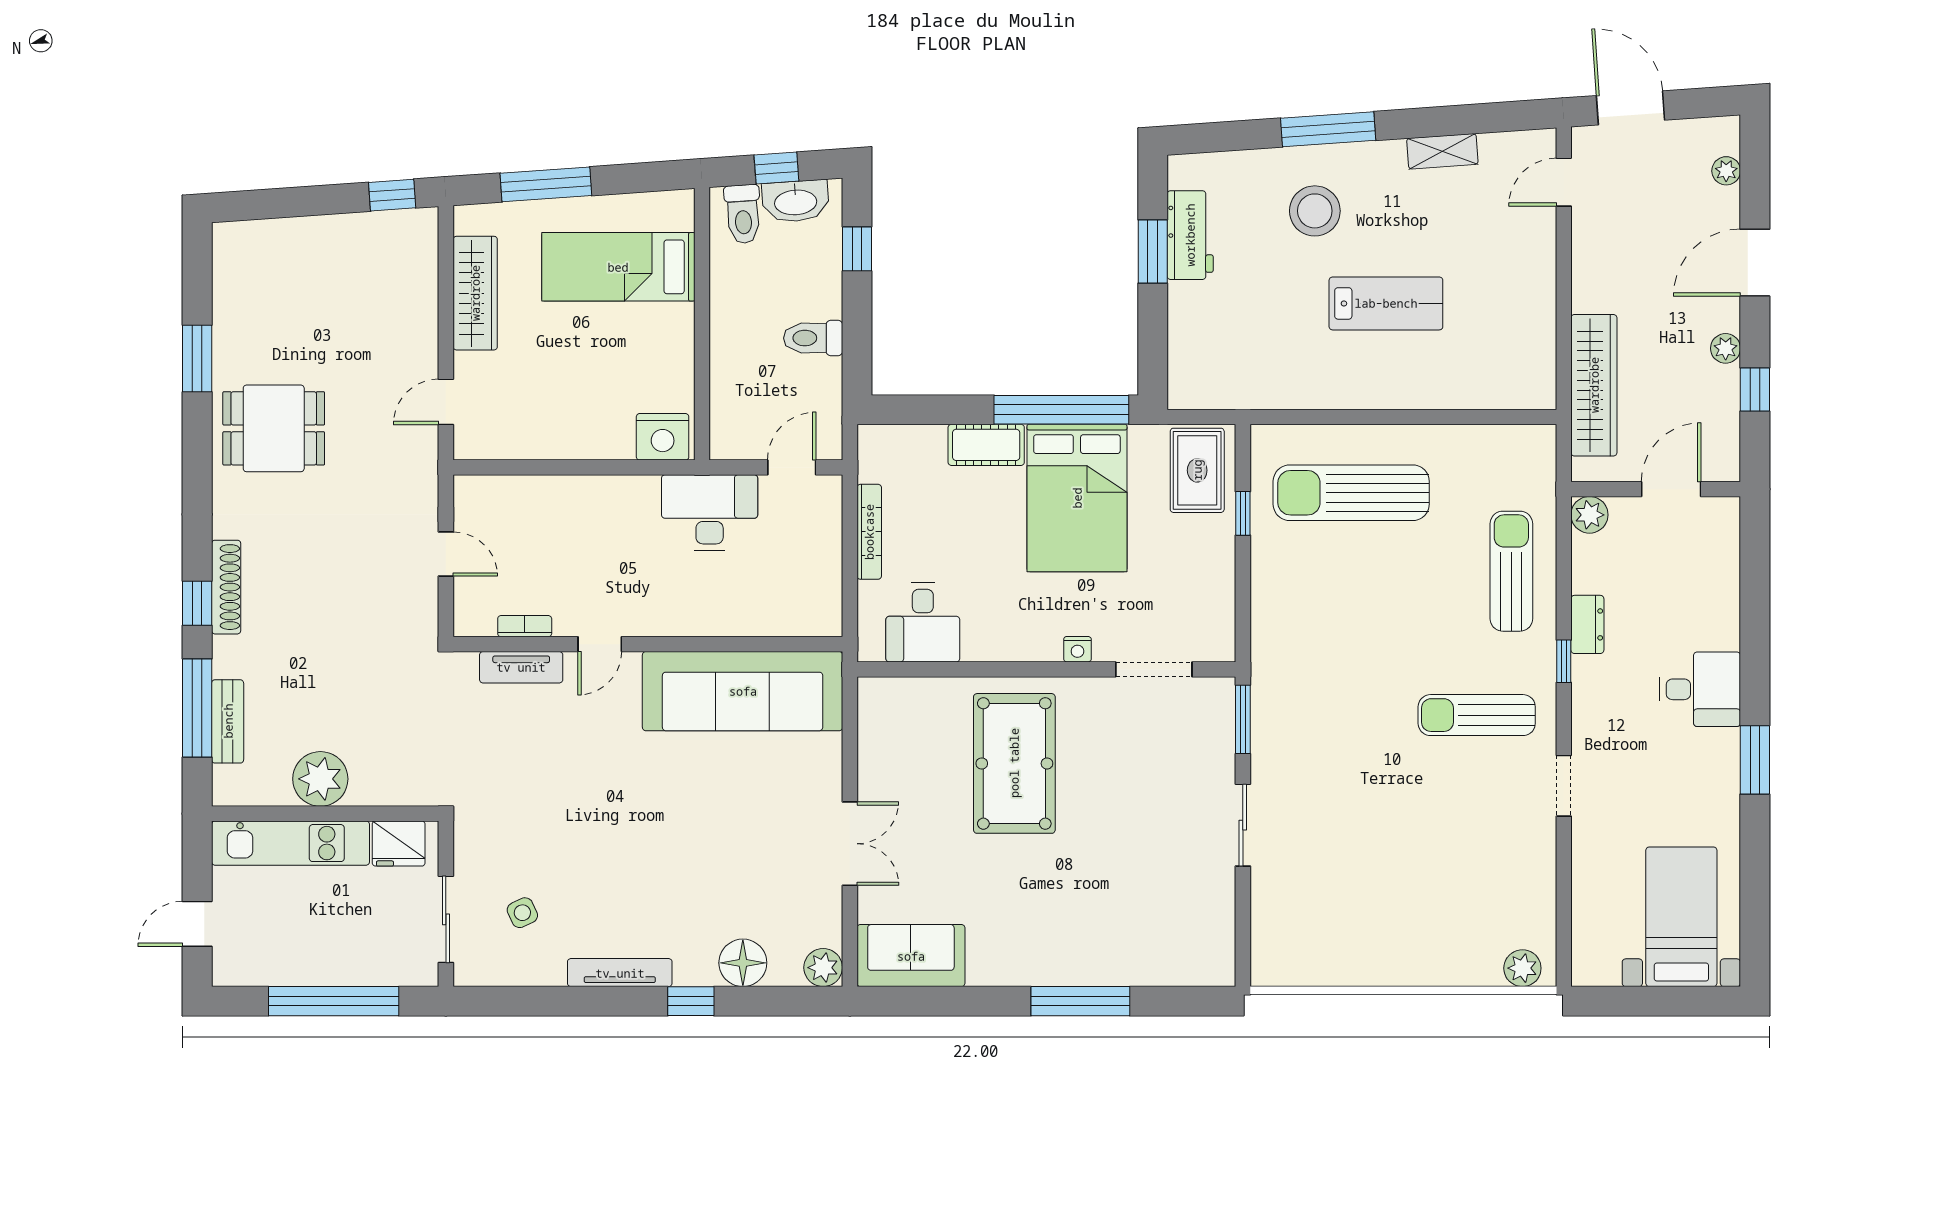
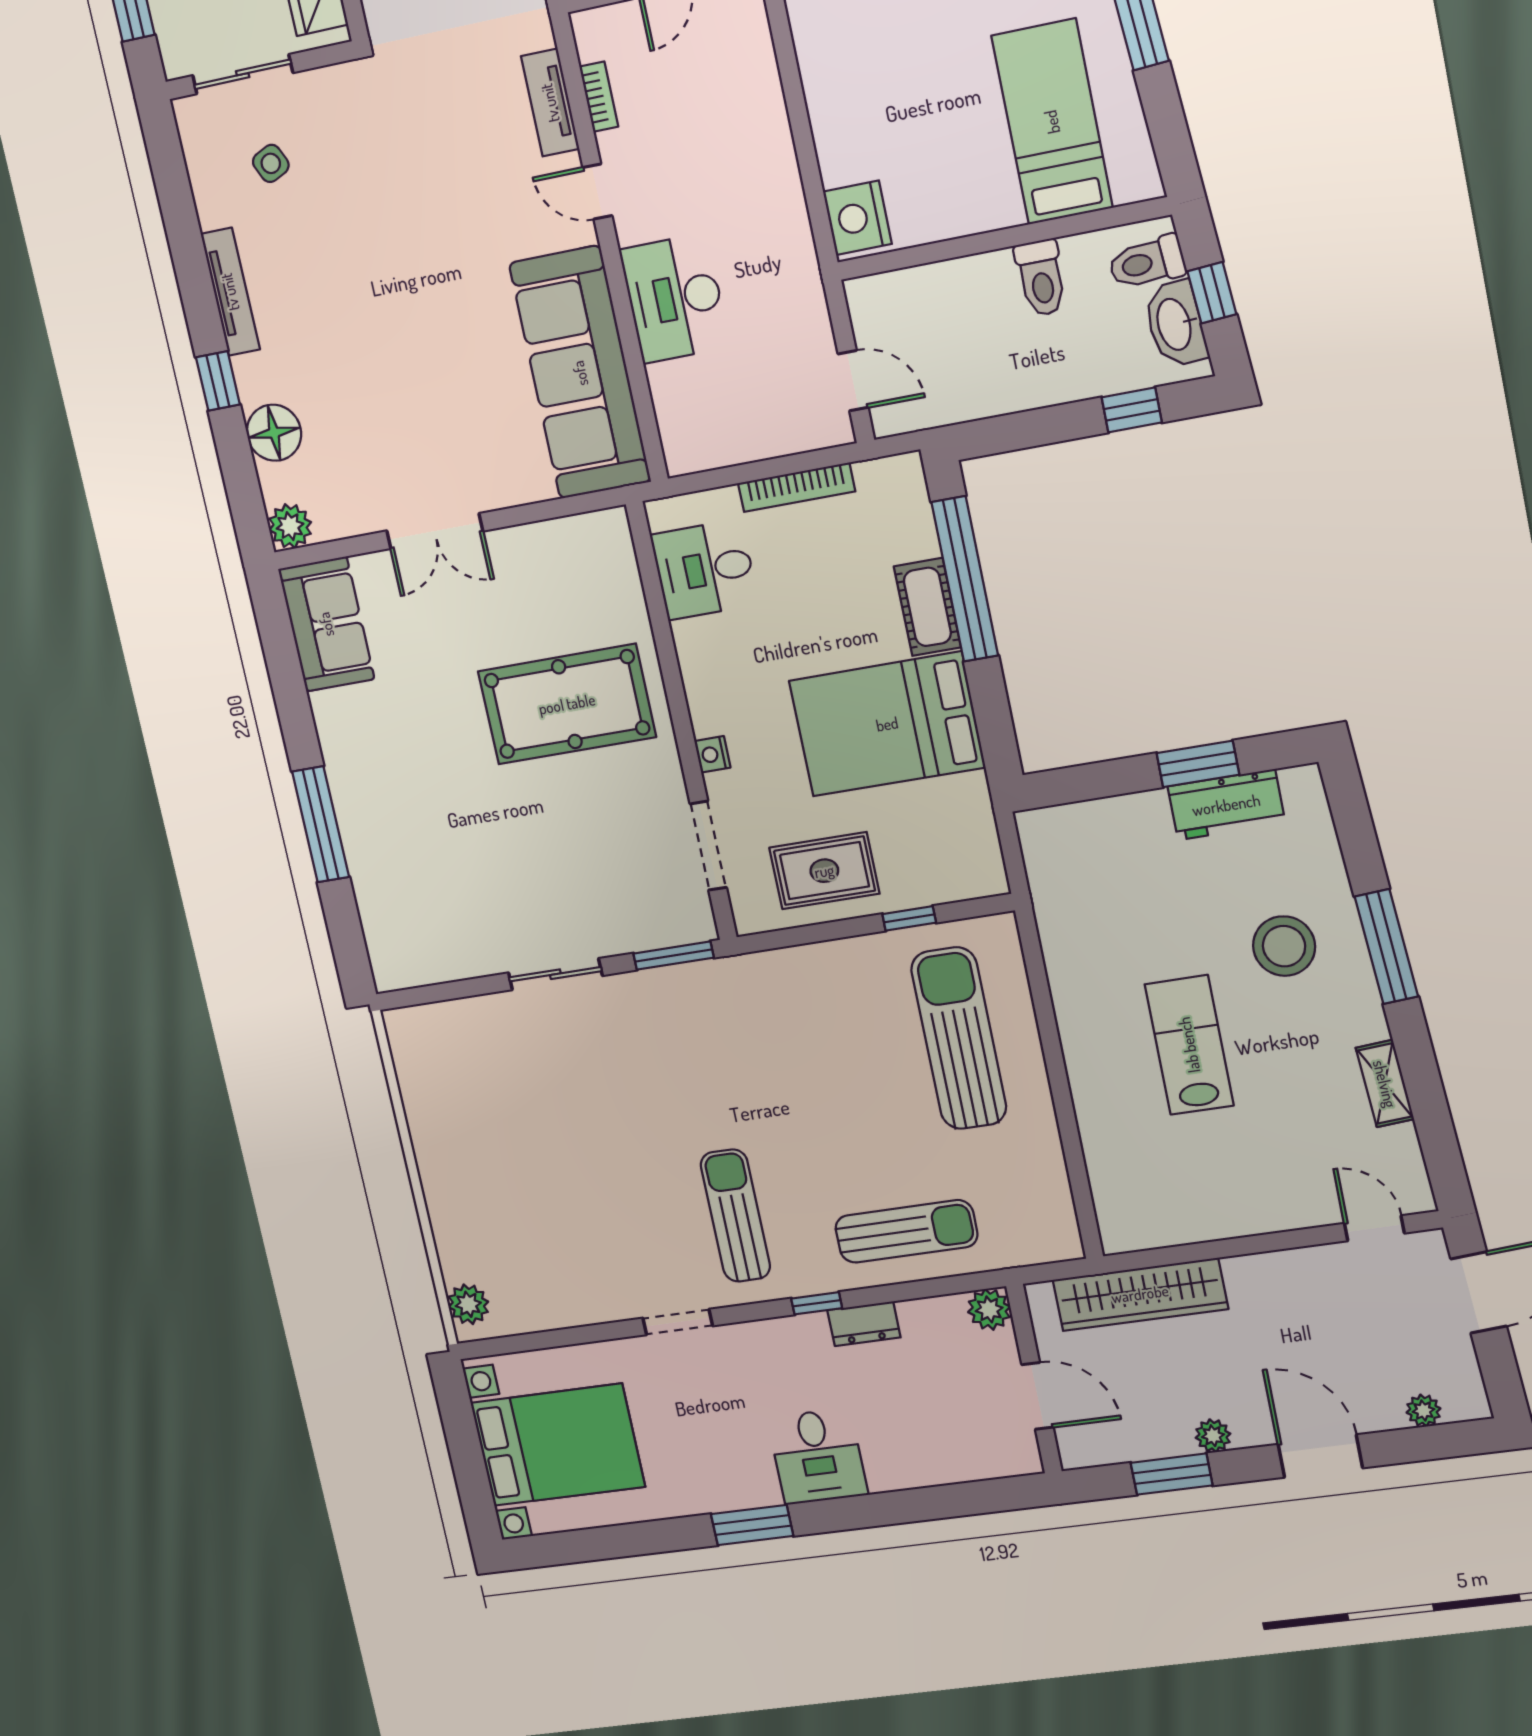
lab bench: (1386, 303) -> (1189, 1045), turned 180
toilet: (813, 338) -> (1041, 278), moved, turned 180
window: (1755, 390) -> (1172, 1474), width x1.50
window: (1061, 410) -> (965, 579), moved
rug: (1197, 470) -> (824, 871), moved
desk: (710, 512) -> (675, 298), moved, turned 180
bed with nightstands: (1681, 917) -> (558, 1445), width x1.36

